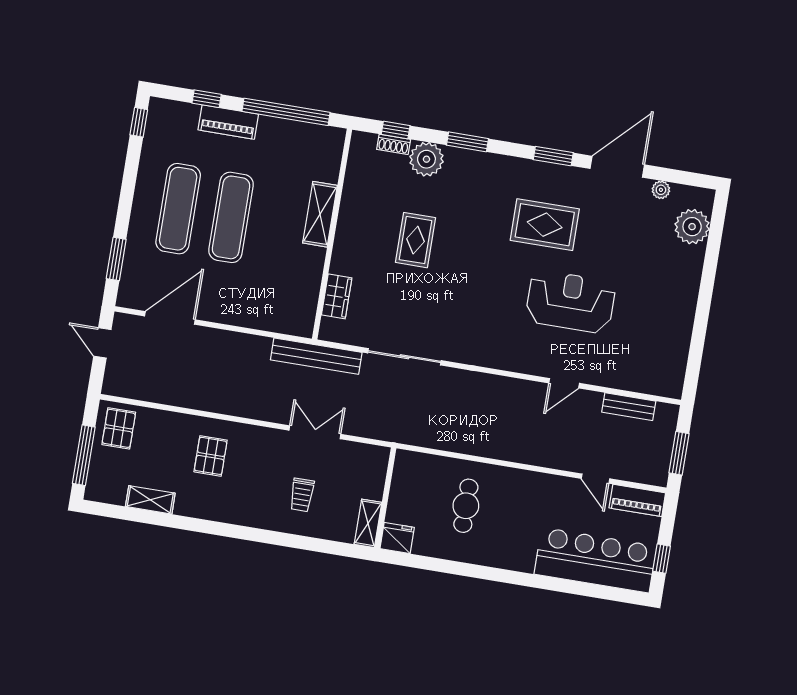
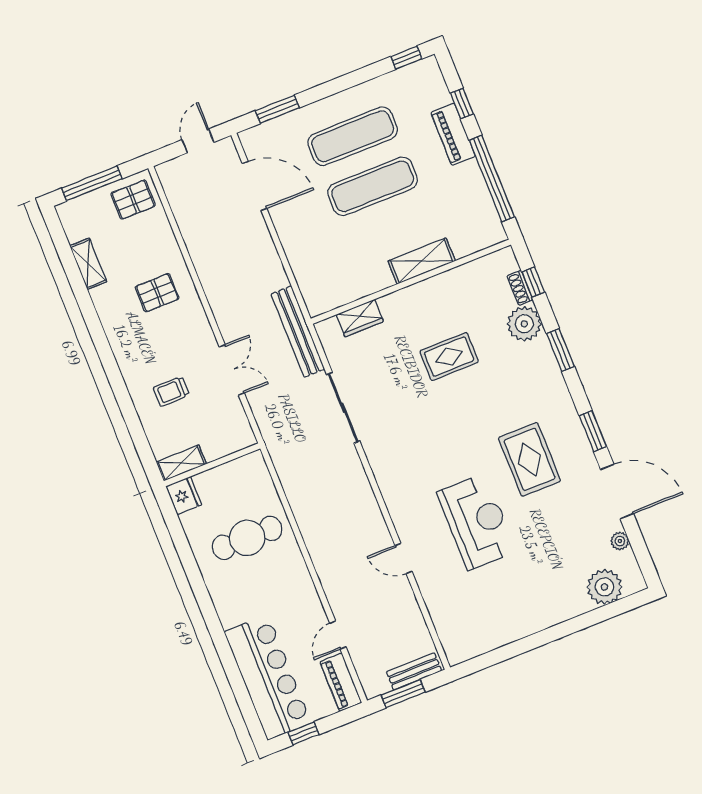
bench: (629, 407) -> (414, 671), moved, turned 90
cafe table: (466, 506) -> (247, 538), width x1.37, depth x1.35

